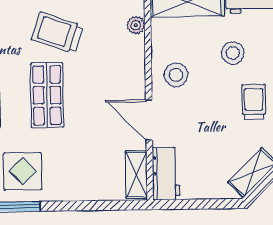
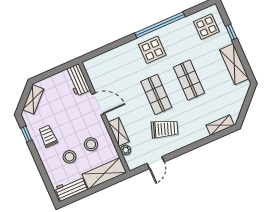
stool: (176, 75) -> (91, 144), moved
trolley: (254, 102) -> (48, 136), turned 180
shelving: (136, 175) -> (119, 132), moved

